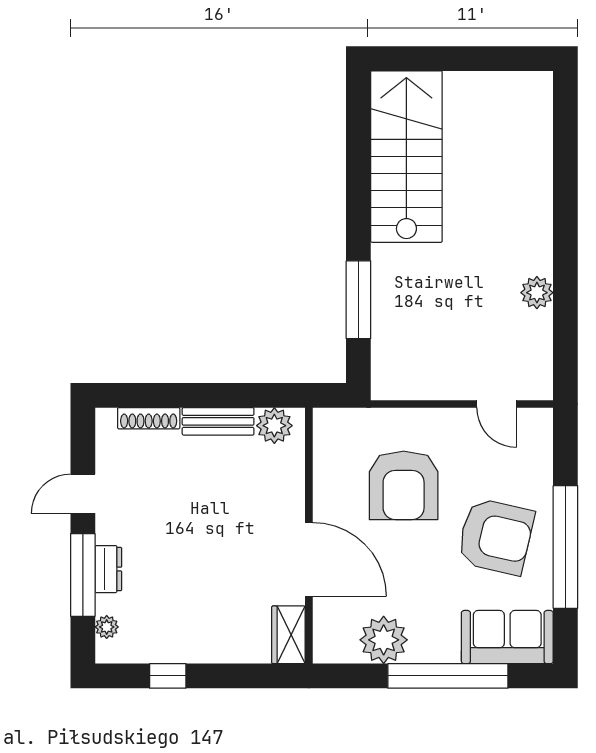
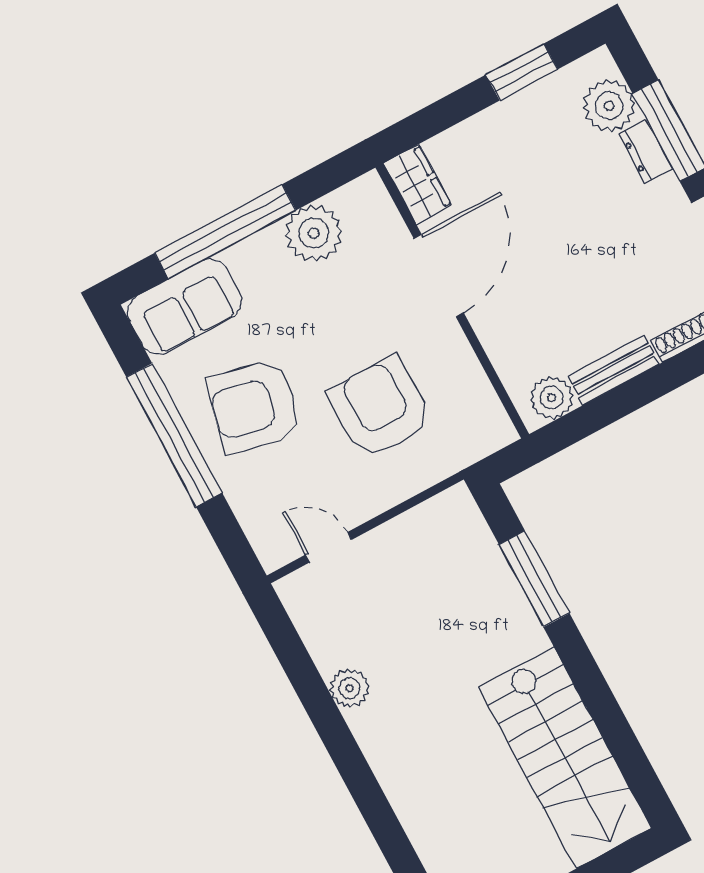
door: (309, 559) -> (439, 276), swing flipped
plant: (107, 627) -> (609, 106), width x1.87, depth x1.87
window: (168, 676) -> (522, 72), width x1.50

